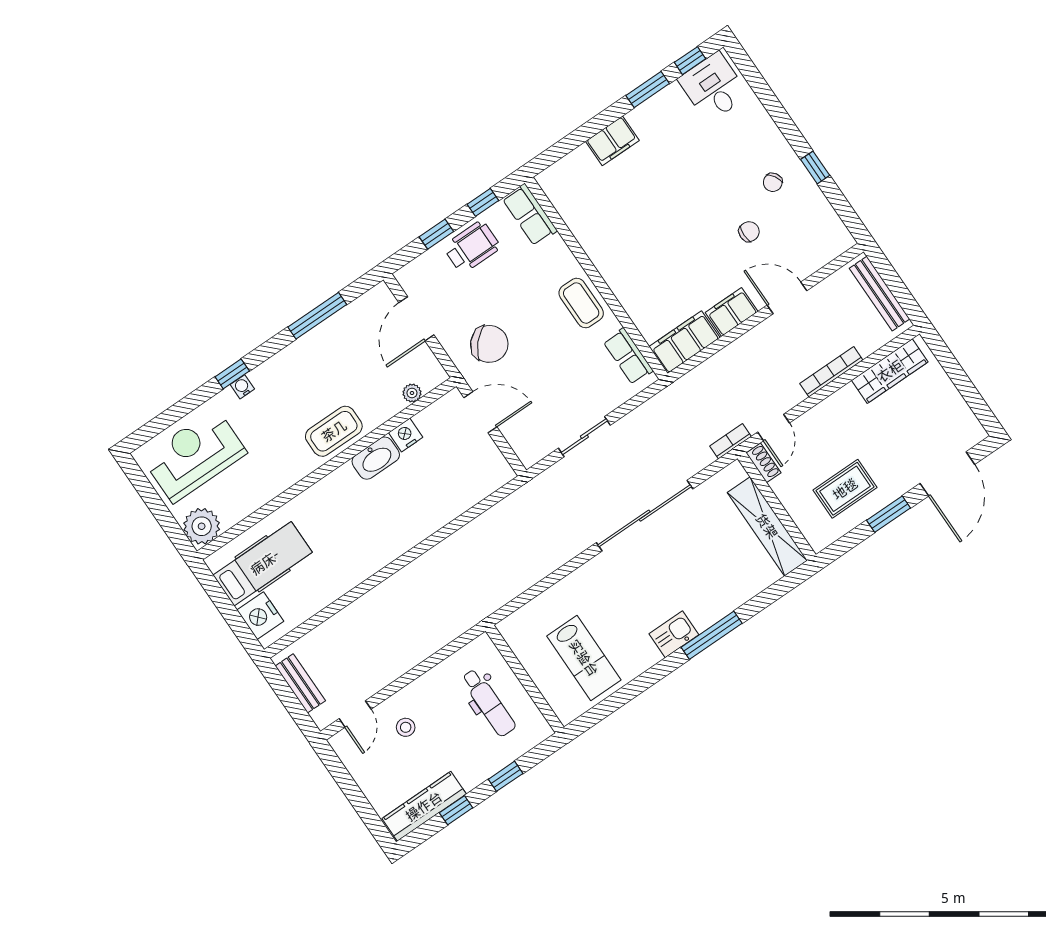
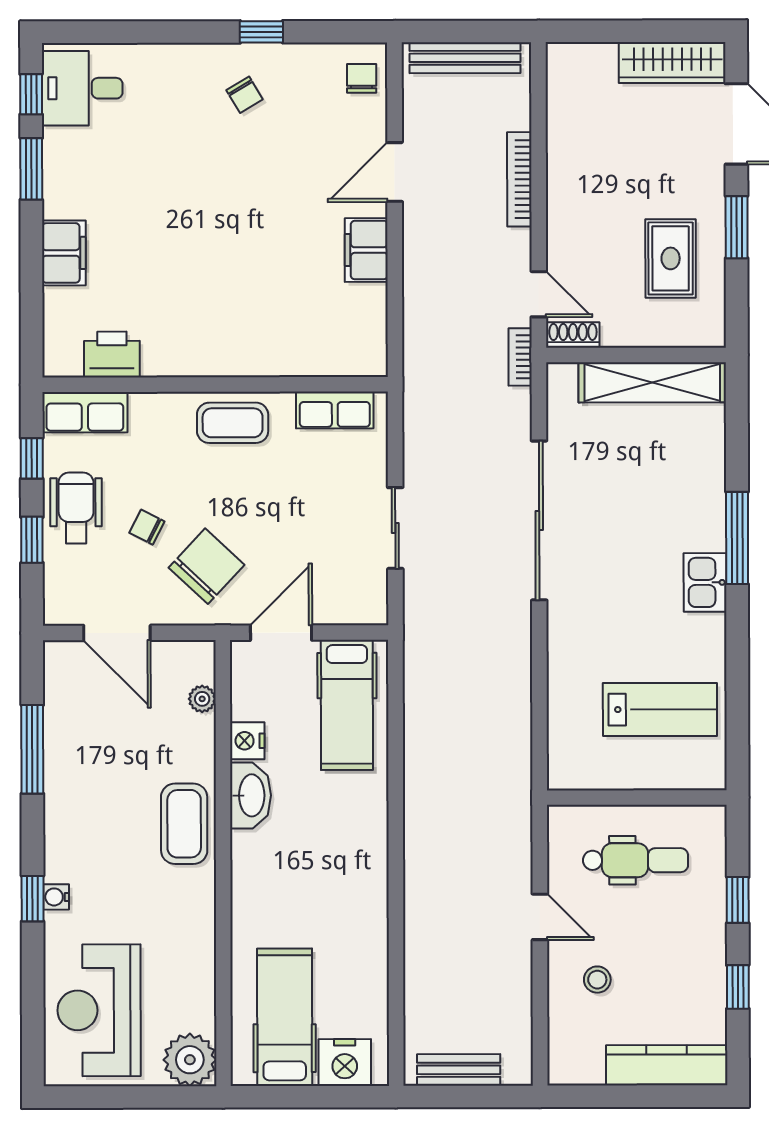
printer: (573, 208) -> (112, 355), added
chair: (749, 232) -> (362, 78), moved
chair: (488, 295) -> (147, 527), added
filing cabinet: (684, 342) -> (364, 331), removed
wardrobe: (890, 371) -> (672, 63), moved, turned 90
hospital bed: (465, 478) -> (347, 705), added
door: (355, 714) -> (540, 917), moved
kitchen counter: (424, 806) -> (667, 1065), moved, turned 90

